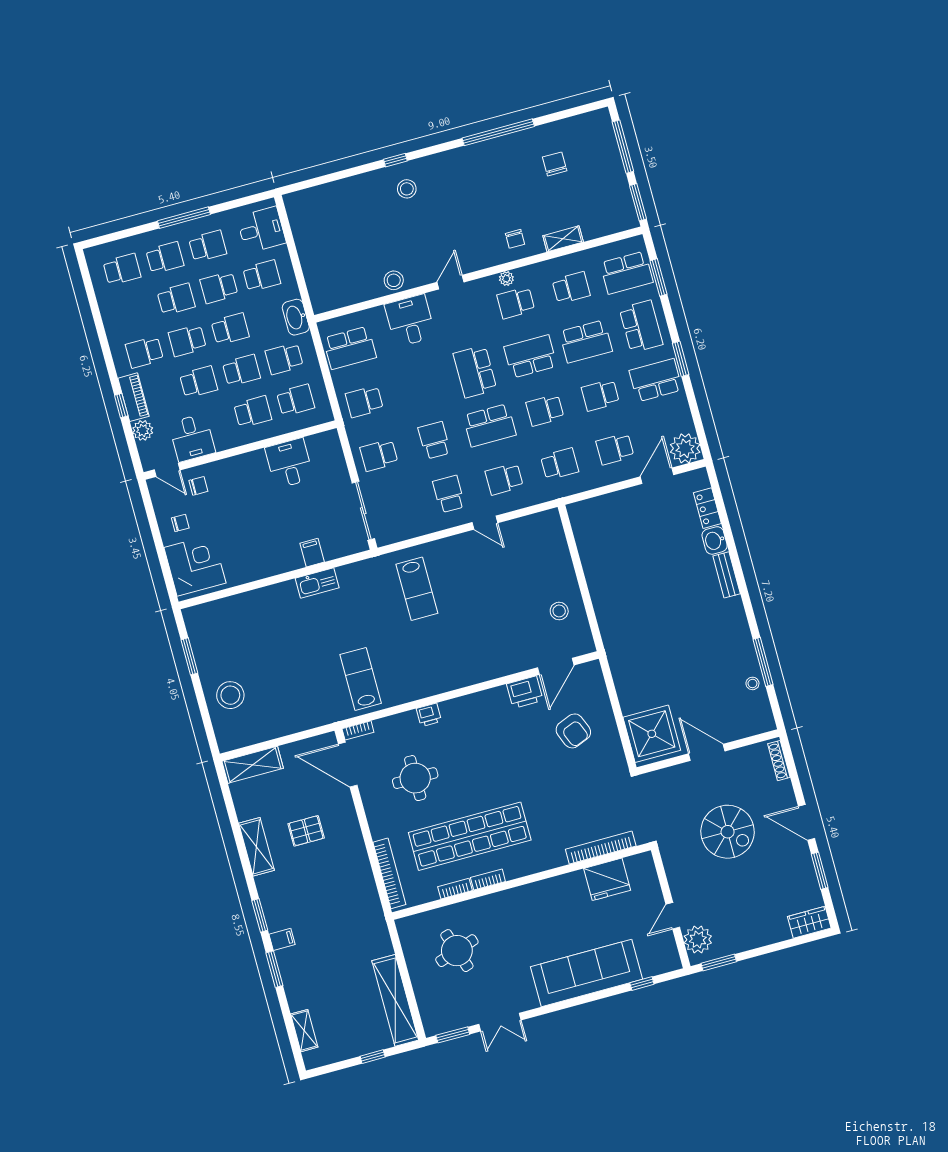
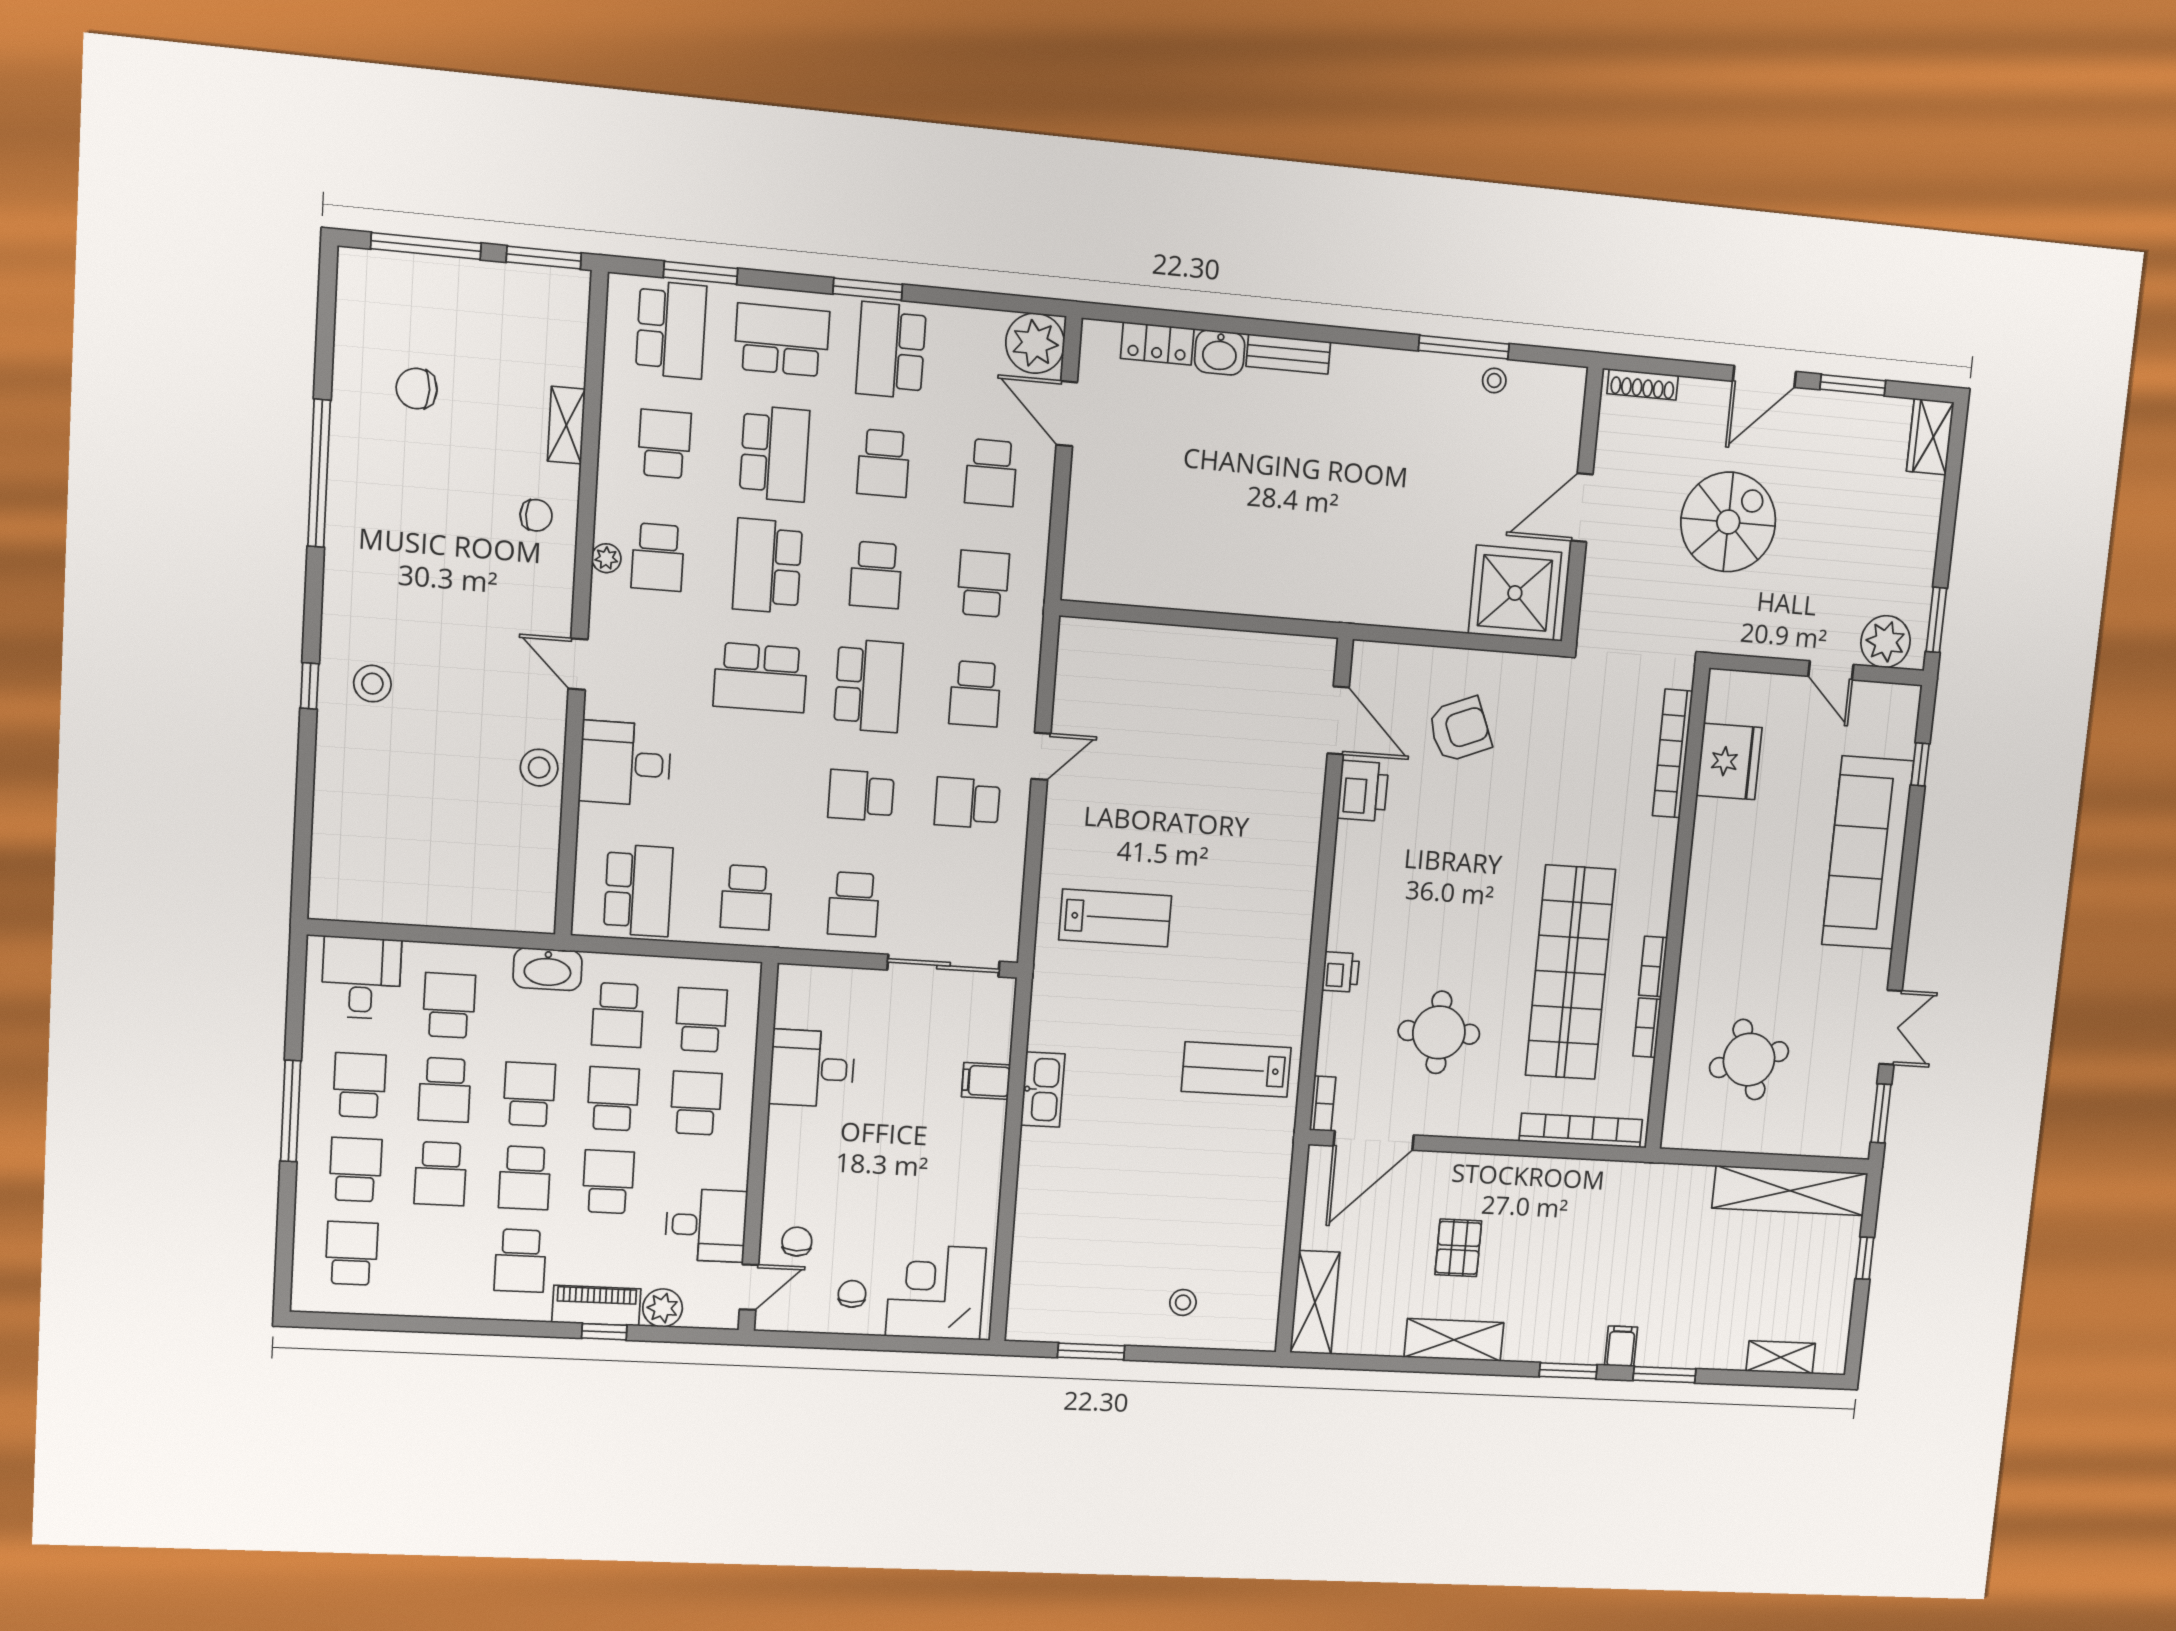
school desk: (176, 299) -> (440, 1174), turned 180
stool: (559, 611) -> (1244, 679), removed
stool: (230, 695) -> (1183, 1302), width x0.53, depth x0.53

